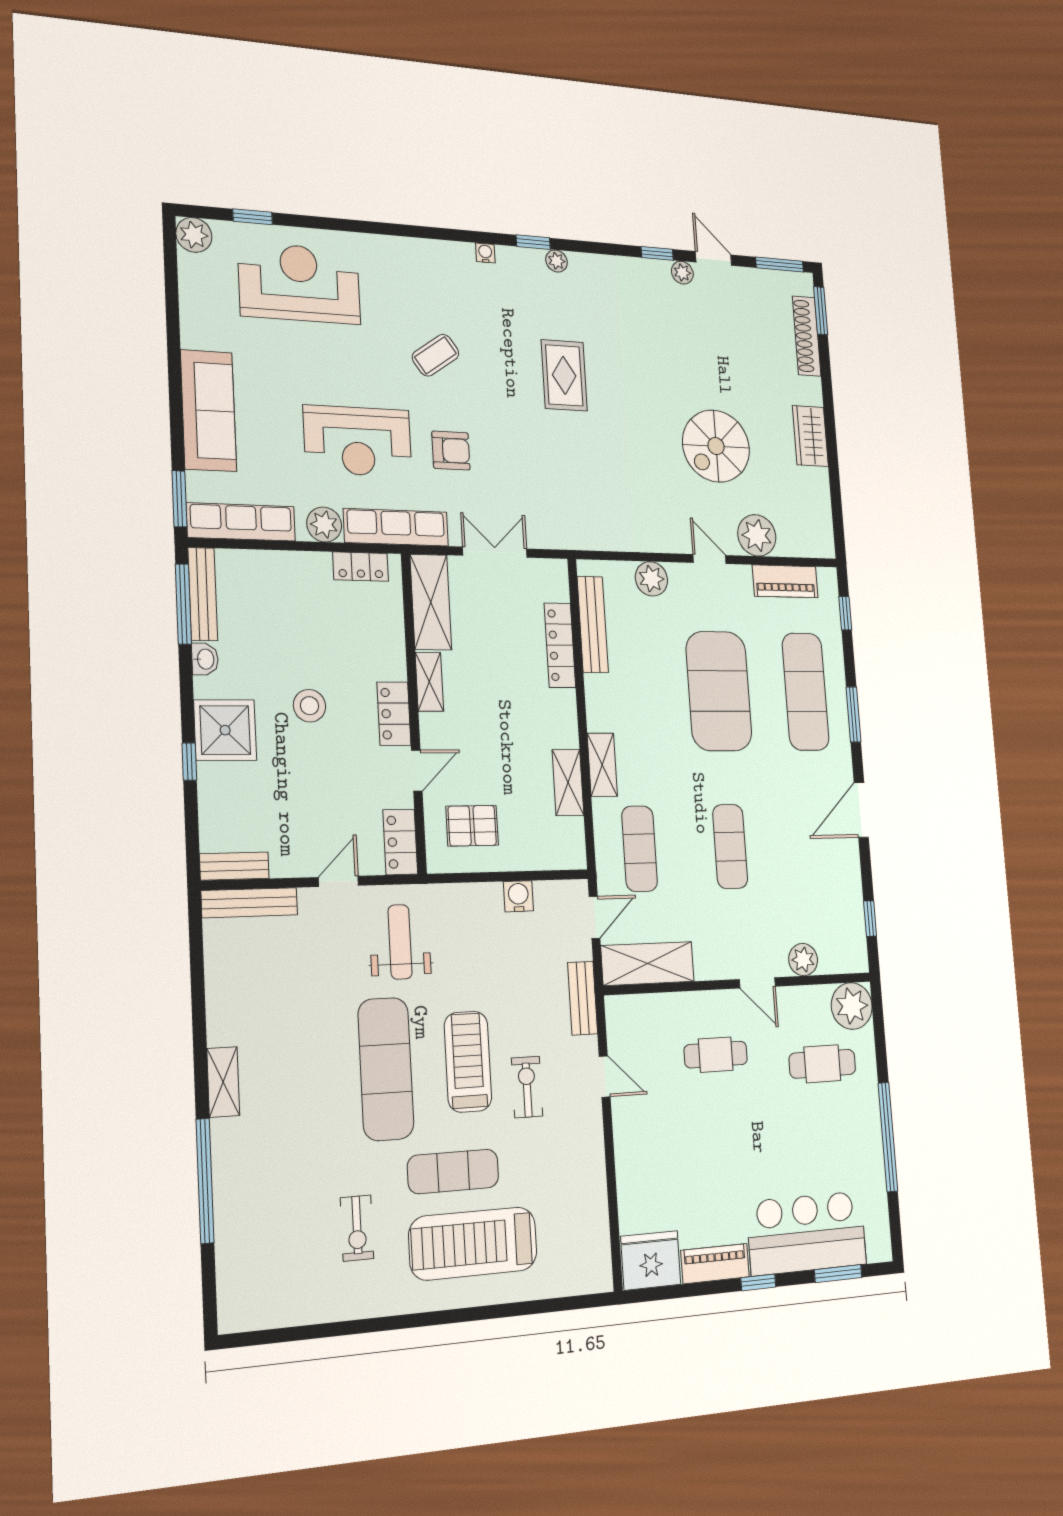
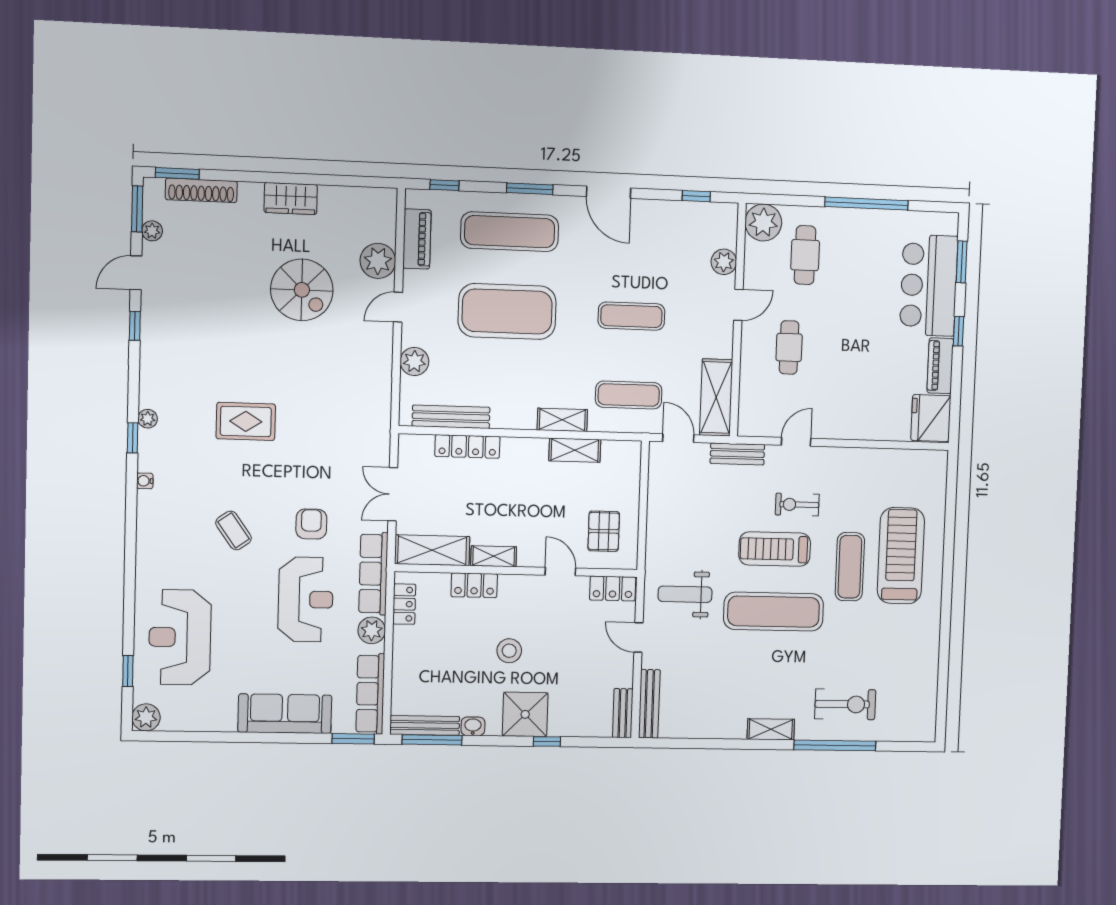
plant: (682, 273) -> (152, 231), moved
locker: (394, 714) -> (474, 585), moved
water cooler: (518, 896) -> (658, 499), removed
exercise bike: (357, 1228) -> (845, 704), moved, width x1.38, depth x1.39
treadmill: (473, 1244) -> (901, 556), turned 180

